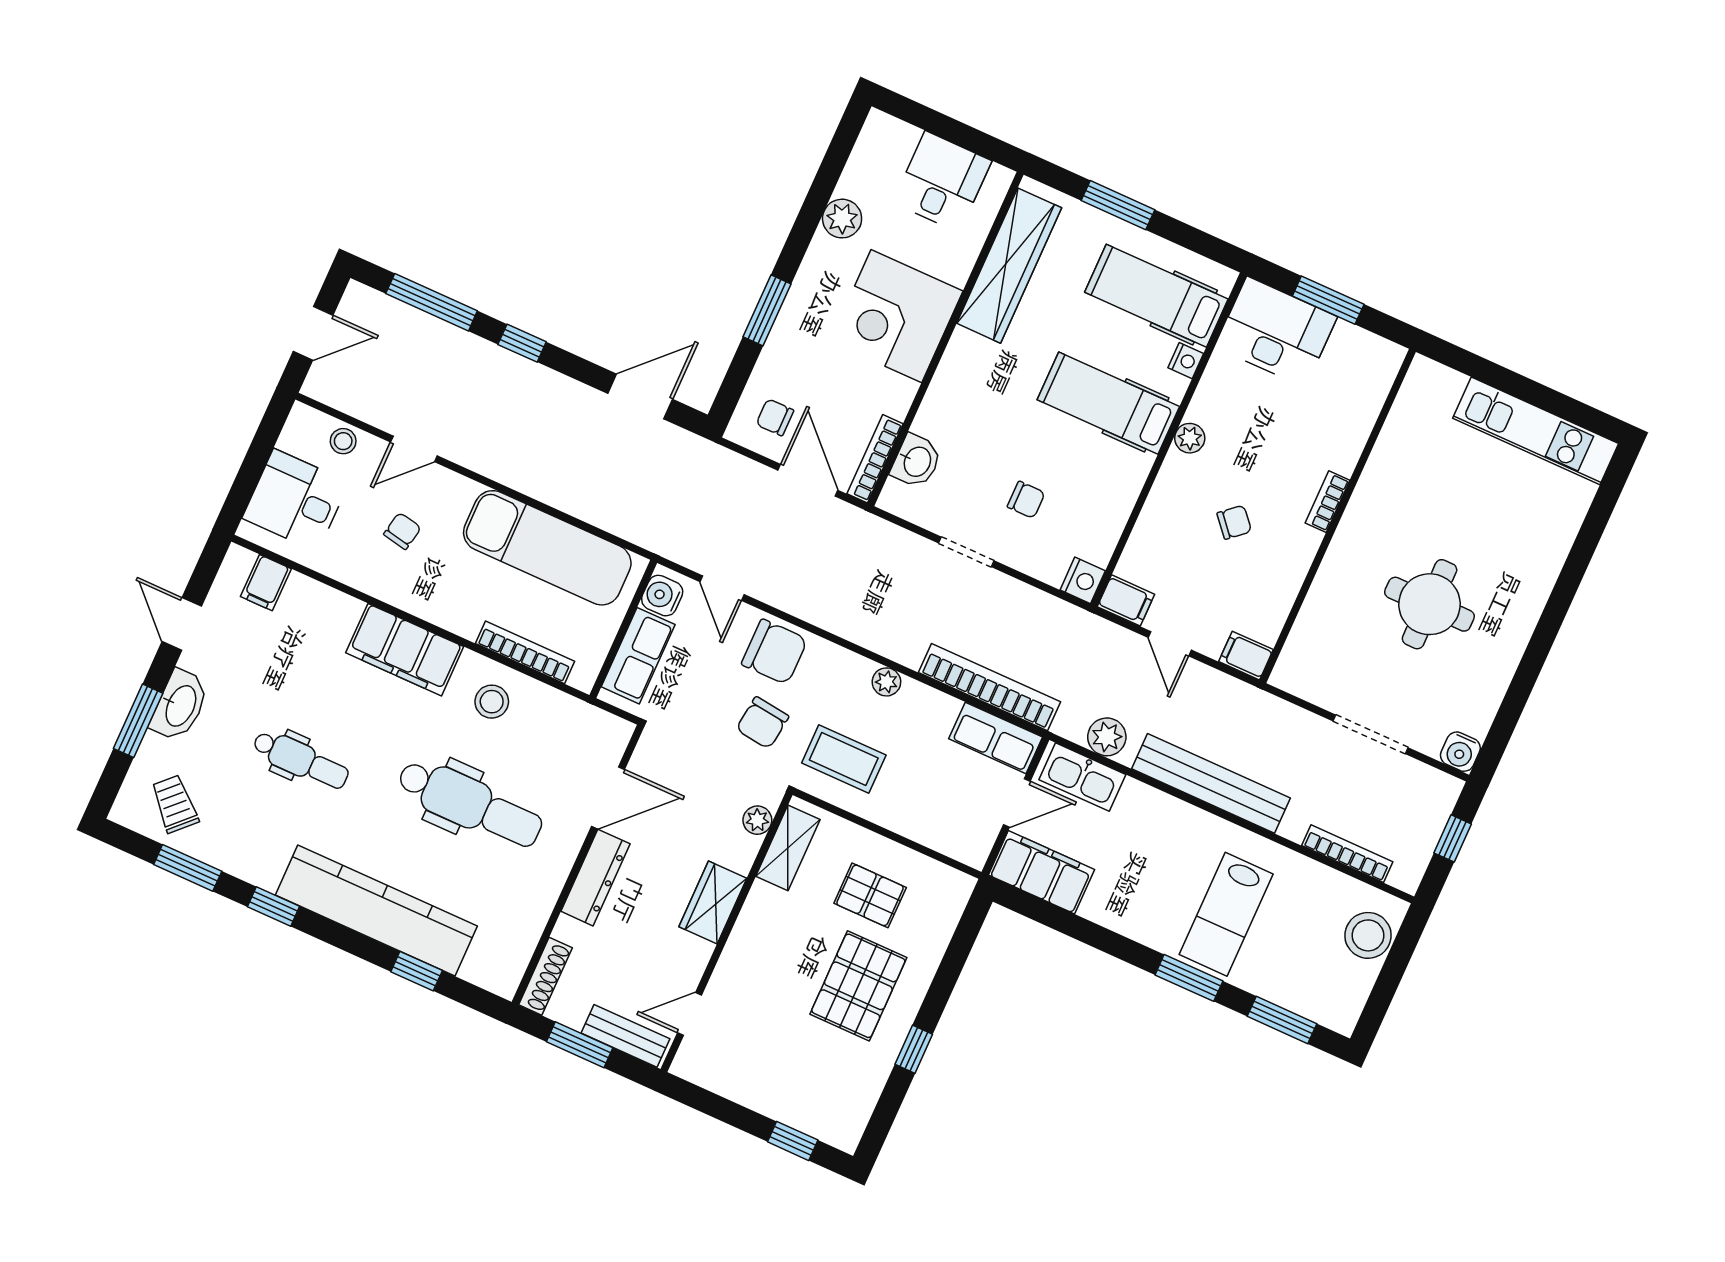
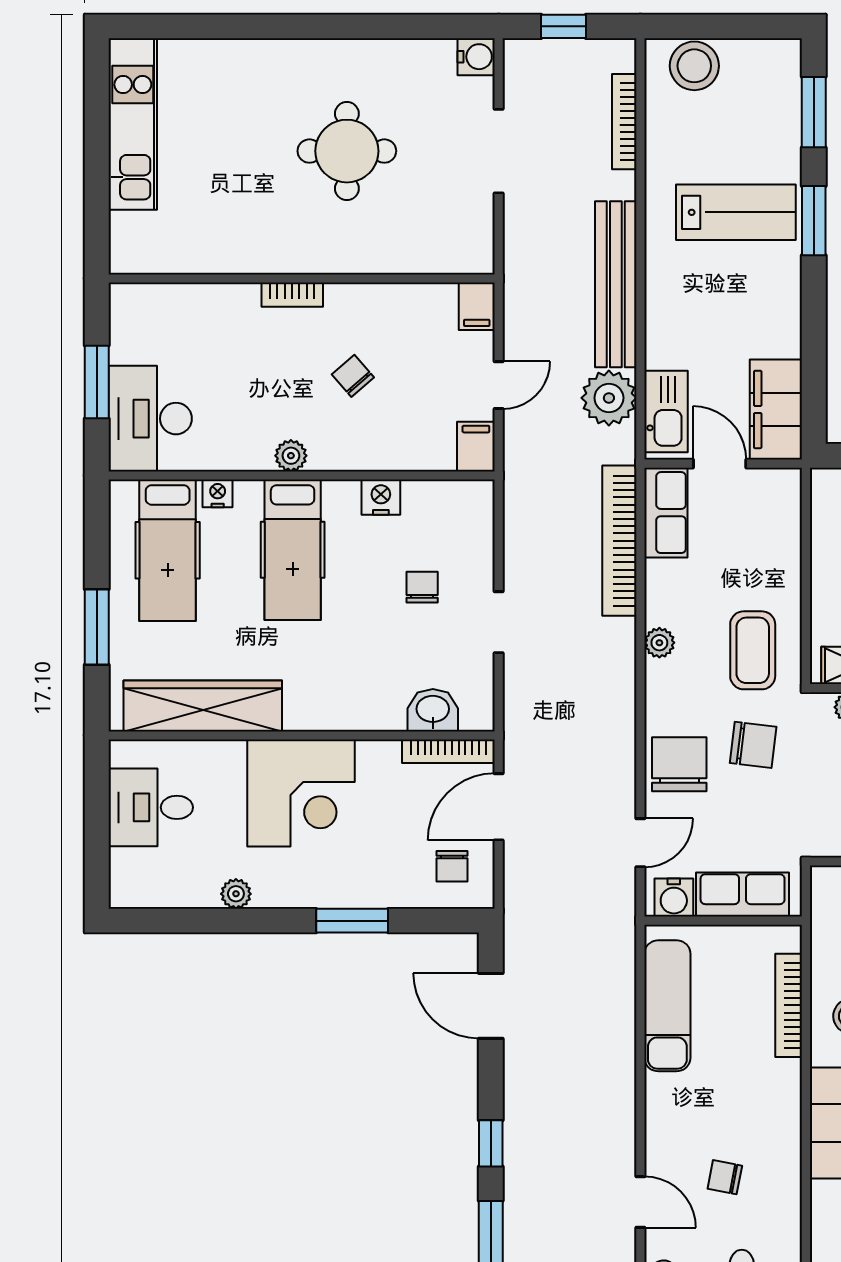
plant: (842, 219) -> (236, 894), width x0.73, depth x0.73
exam couch: (547, 548) -> (667, 1006), width x0.73, depth x0.69
nightstand: (1083, 580) -> (381, 497), moved
plant: (1107, 737) -> (609, 398), width x1.36, depth x1.36

